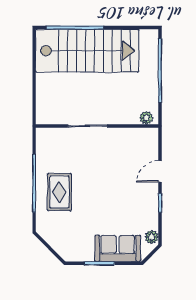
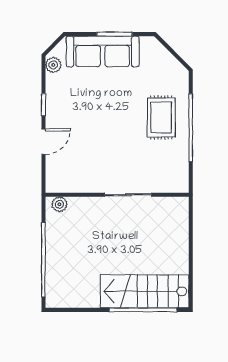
stairs: (87, 51) -> (145, 291), width x0.73, depth x0.66
sofa: (118, 248) -> (103, 51), width x1.36

